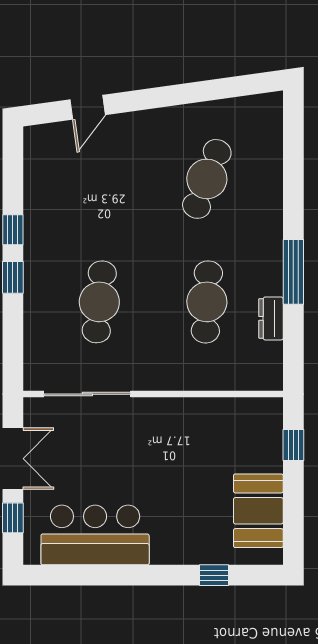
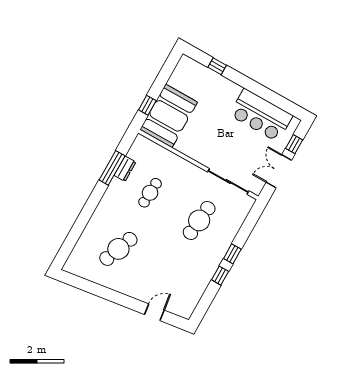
window: (293, 272) -> (112, 168), moved
cafe table: (207, 302) -> (150, 193), width x0.73, depth x0.74
booth: (258, 511) -> (169, 116), moved, width x1.36, depth x1.42

